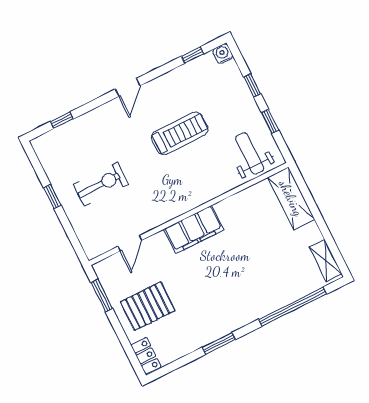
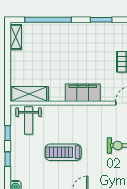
shelving: (291, 198) -> (29, 94), moved, turned 90

